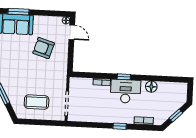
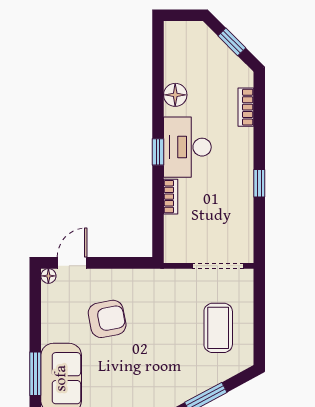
armchair: (44, 48) -> (107, 319), turned -118
window: (120, 126) -> (259, 183), moved

